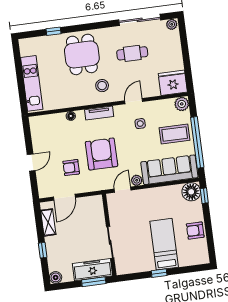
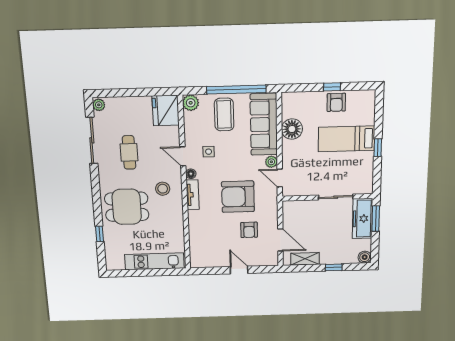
floor lamp: (71, 116) -> (191, 174), moved
floor lamp: (191, 192) -> (292, 129), moved
window: (204, 196) -> (332, 87), moved

